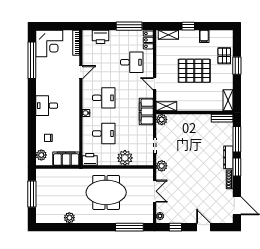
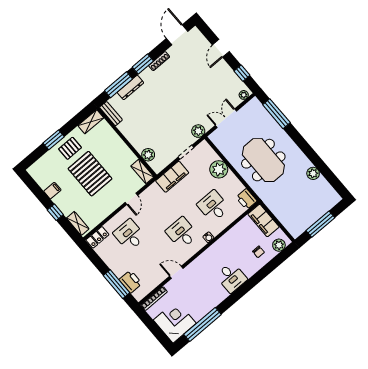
window: (129, 26) -> (116, 284), moved
pallet: (224, 56) -> (70, 148), moved
filing cabinet: (146, 111) -> (172, 177), moved
plant: (162, 120) -> (148, 155), moved
dresser: (228, 157) -> (130, 88), moved

